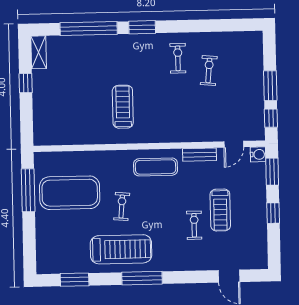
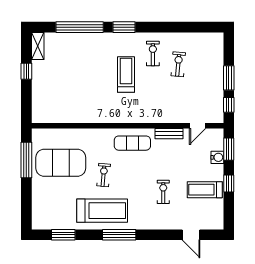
treadmill: (123, 107) -> (126, 75), moved
water cooler: (258, 154) -> (217, 157), moved
treadmill: (220, 210) -> (205, 190), moved, turned 90

